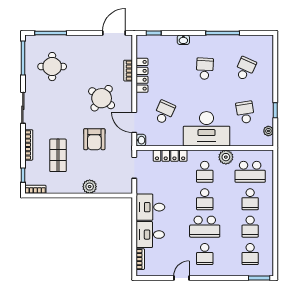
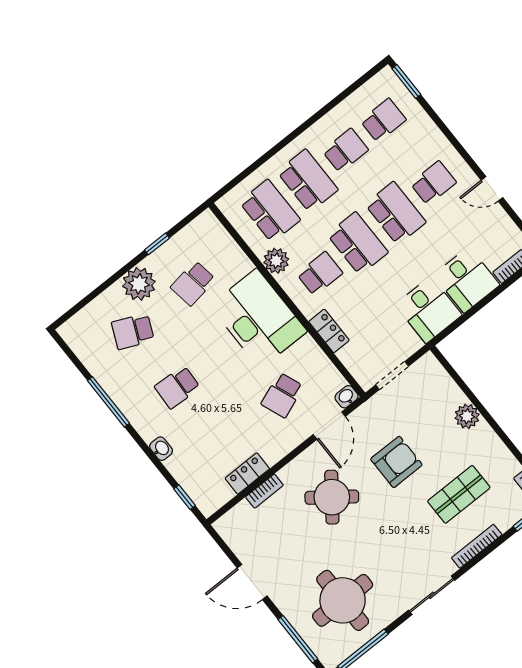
door: (114, 33) -> (252, 582), moved
round table: (52, 67) -> (343, 600), width x1.36, depth x1.36
locker: (142, 75) -> (247, 473), width x0.66
school desk: (164, 112) -> (282, 395), turned -45
plant: (268, 131) -> (139, 284), moved, width x1.88, depth x1.88
locker: (170, 156) -> (329, 331), width x0.66
school desk: (205, 199) -> (358, 243), width x1.85
school desk: (250, 199) -> (308, 181), width x1.85

